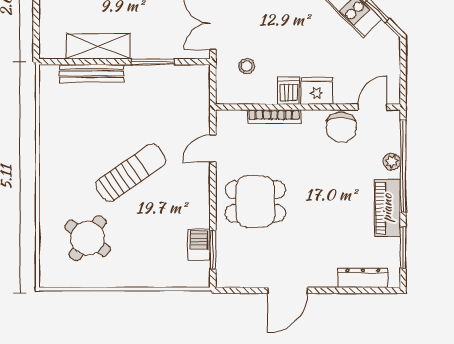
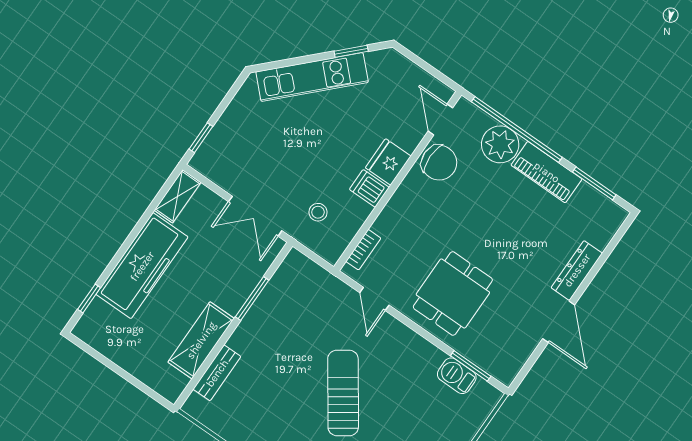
bench: (91, 73) -> (217, 373), width x0.73
bookcase: (274, 117) -> (363, 250), moved, width x0.64
plant: (392, 162) -> (500, 144), width x1.88, depth x1.88
dresser: (363, 278) -> (577, 270), moved

